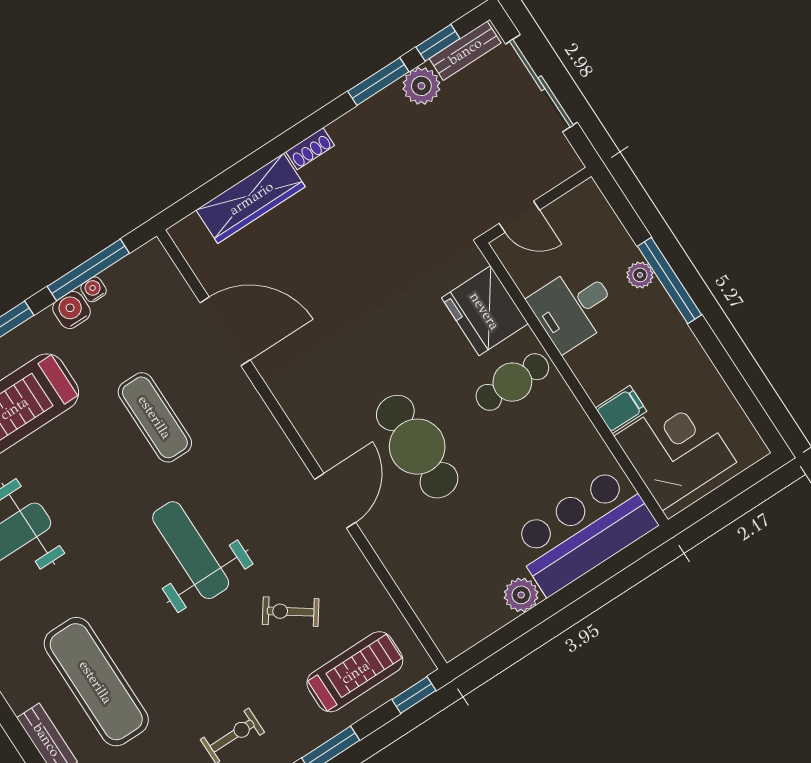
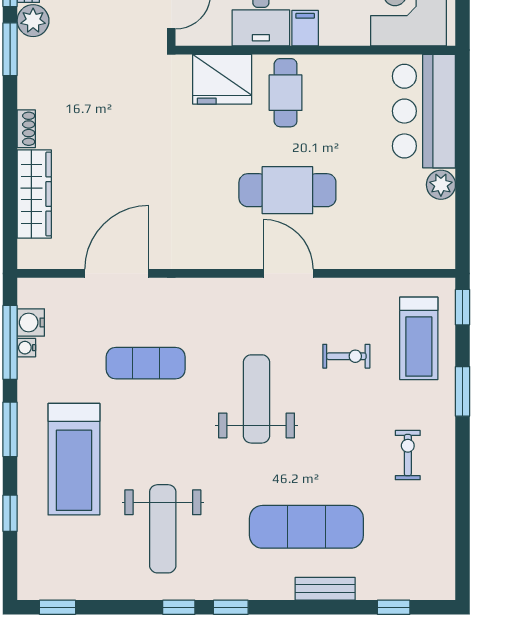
water cooler: (71, 310) -> (31, 322), moved
filing cabinet: (621, 410) -> (305, 28), moved
weight bench: (191, 550) -> (257, 399), turned 90
exercise bike: (291, 612) -> (346, 356), turned -125
treadmill: (355, 672) -> (419, 338), turned 180

